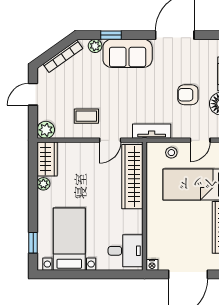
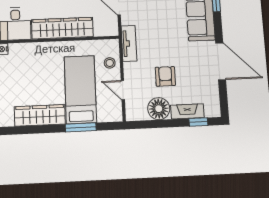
wardrobe: (132, 177) -> (62, 28), moved

